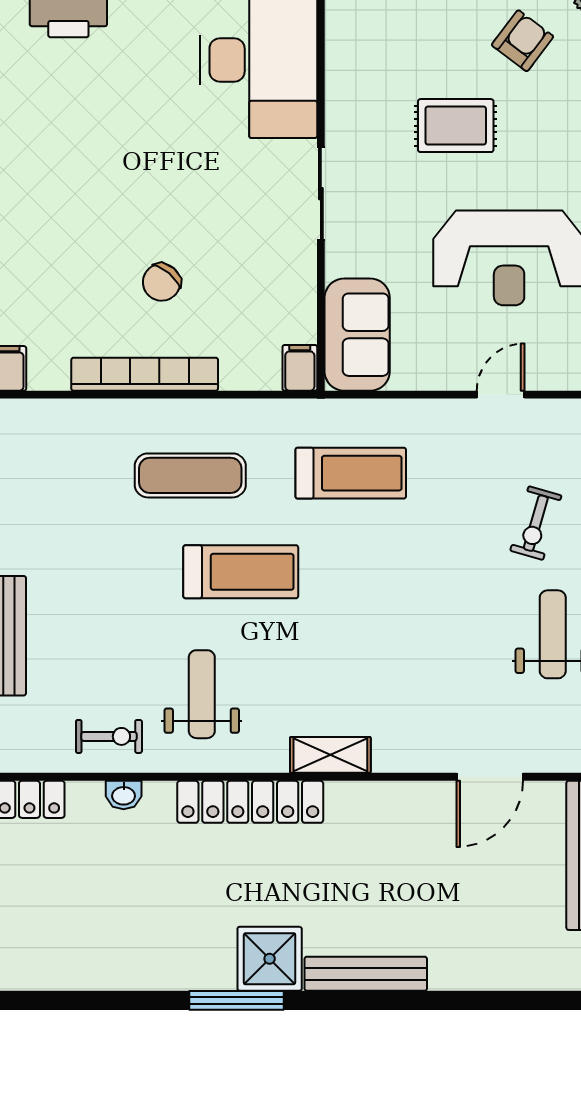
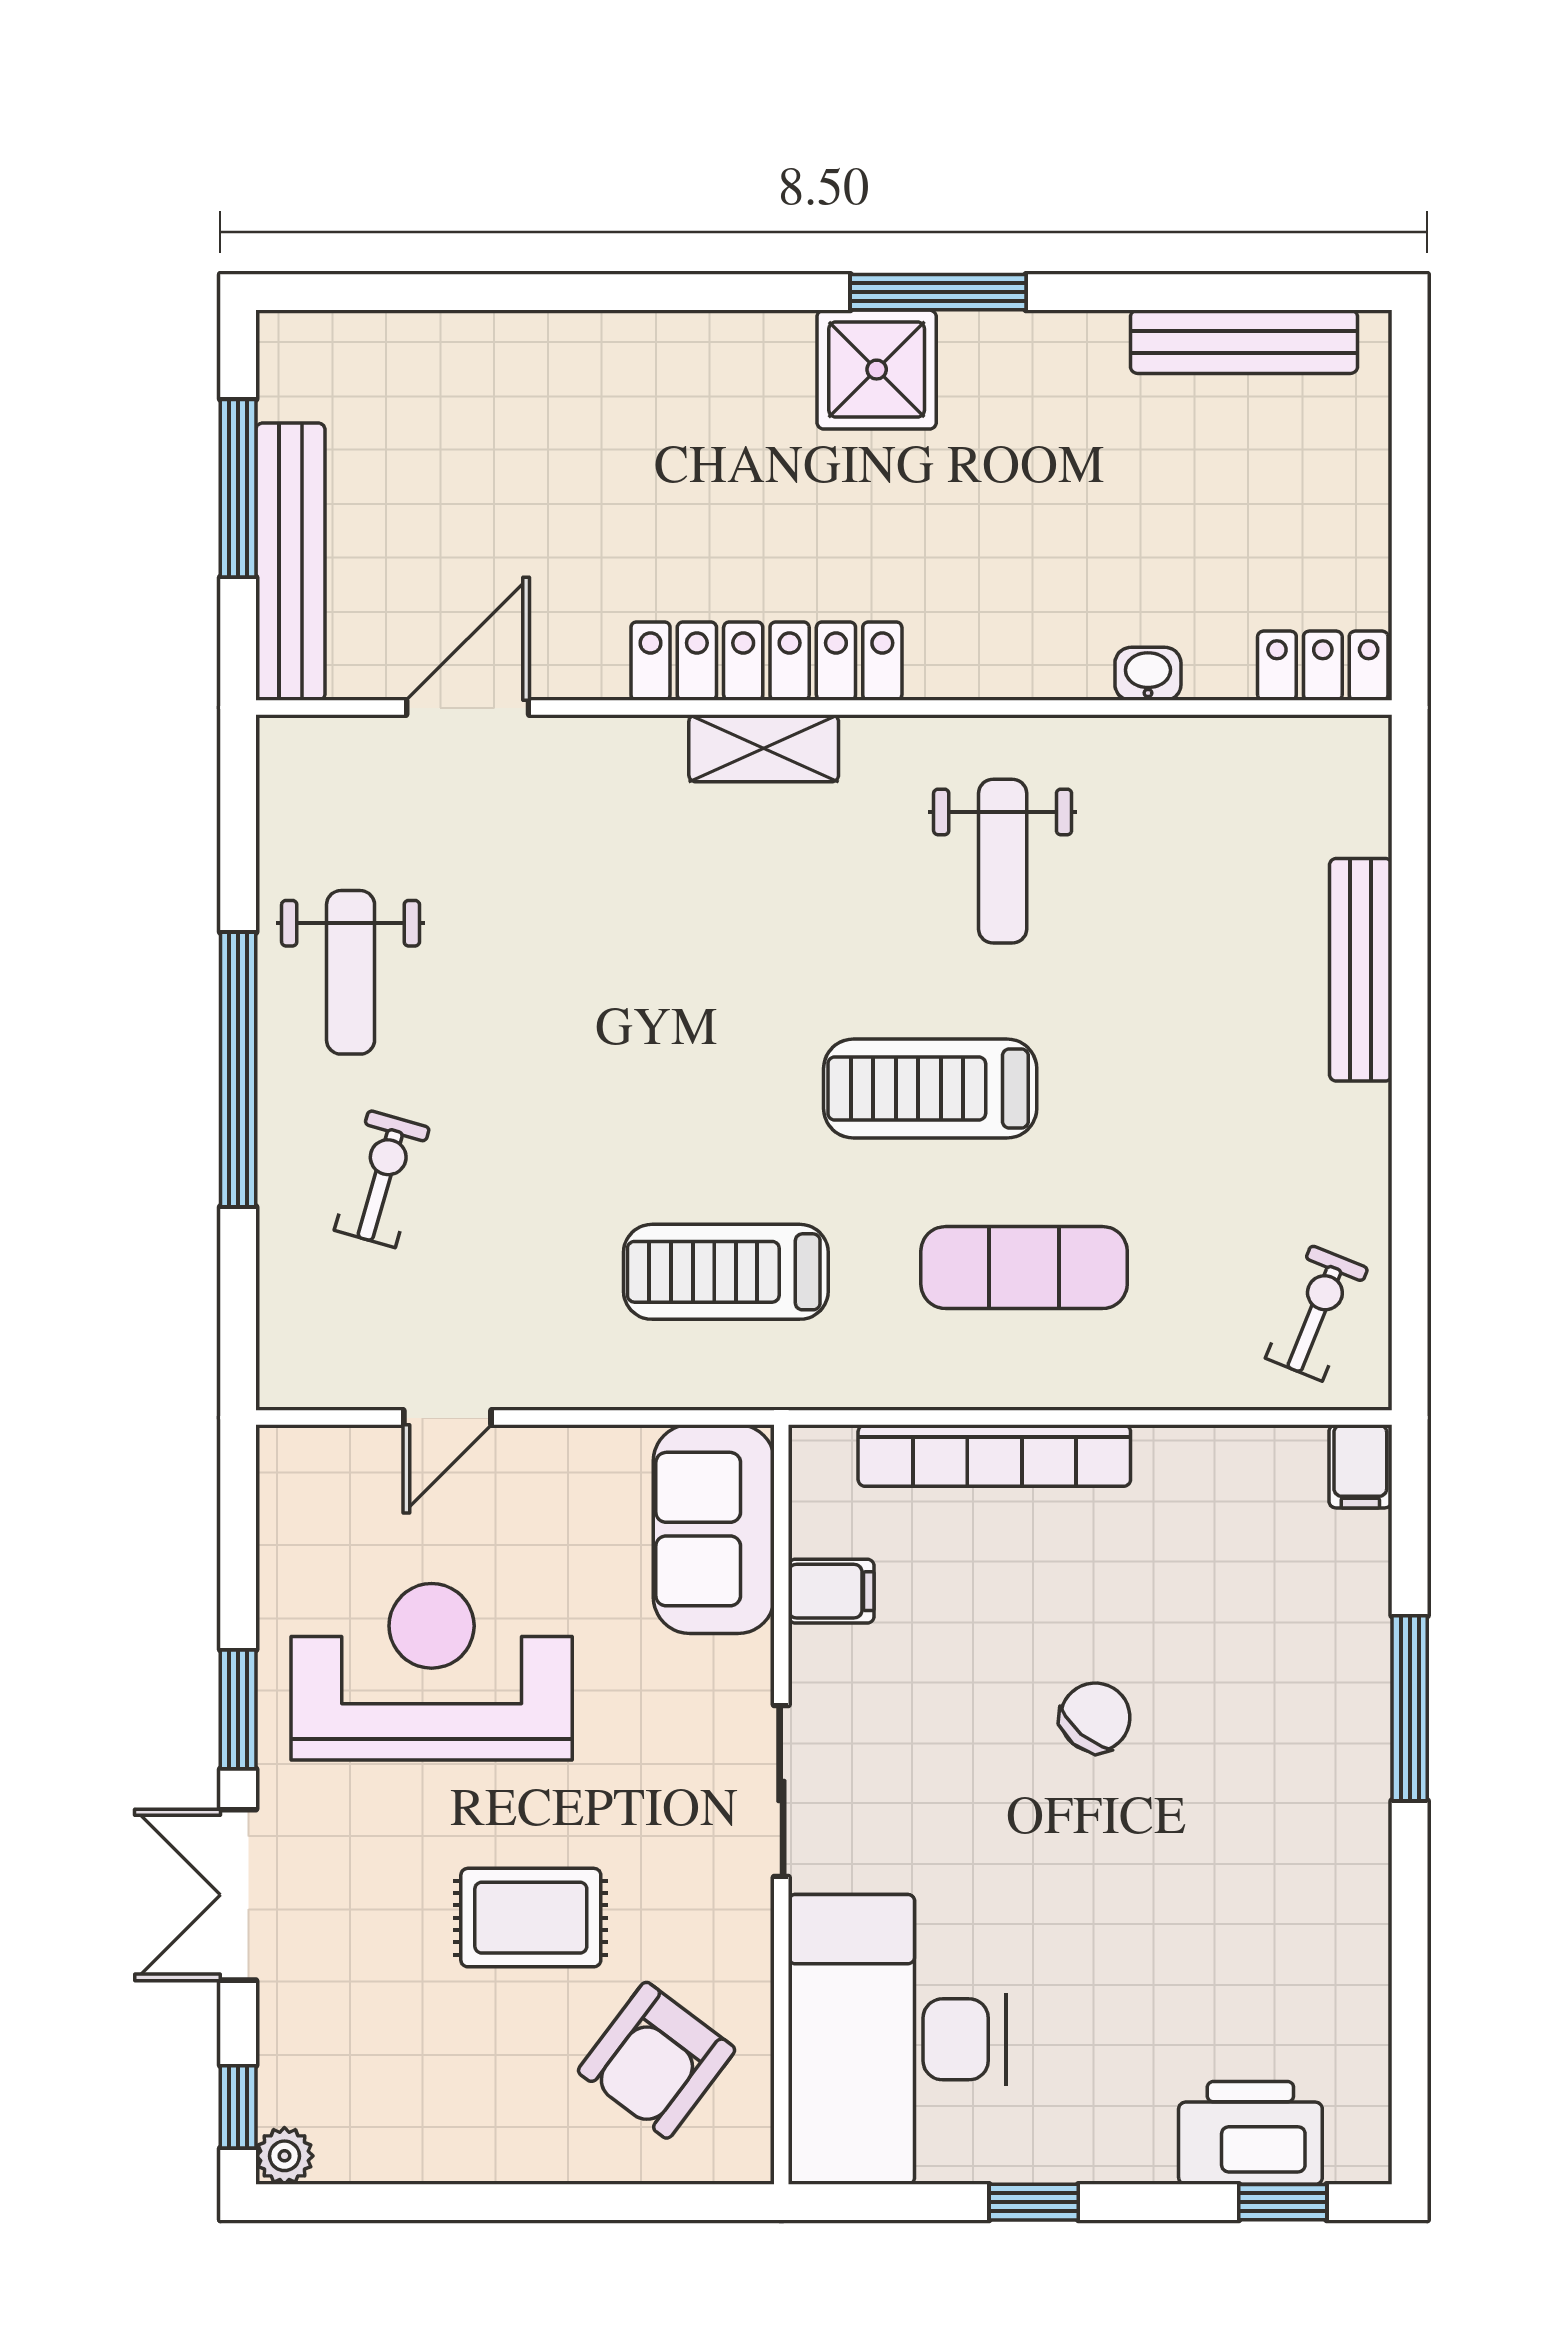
armchair: (523, 41) -> (657, 2060), moved, width x1.38, depth x1.38
chair: (162, 282) -> (1095, 1717), moved
filing cabinet: (300, 368) -> (831, 1591), moved, turned -90
bookcase: (145, 374) -> (994, 1456), moved
exercise bike: (109, 736) -> (1317, 1313), moved, turned 112
locker: (250, 802) -> (766, 661), moved
bench: (366, 974) -> (1244, 342), moved

